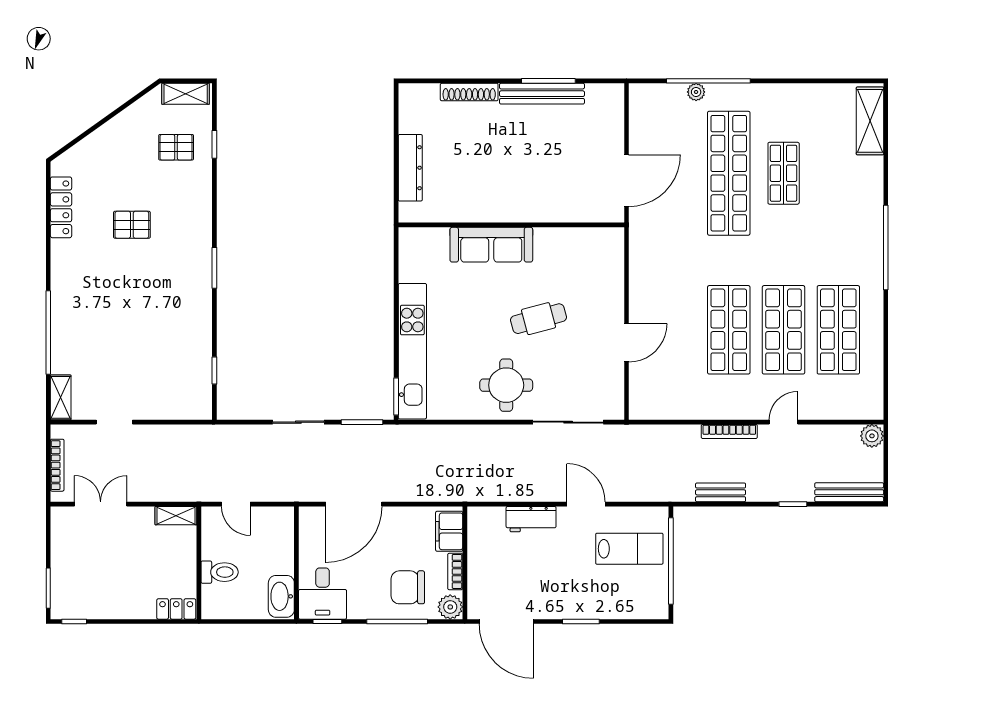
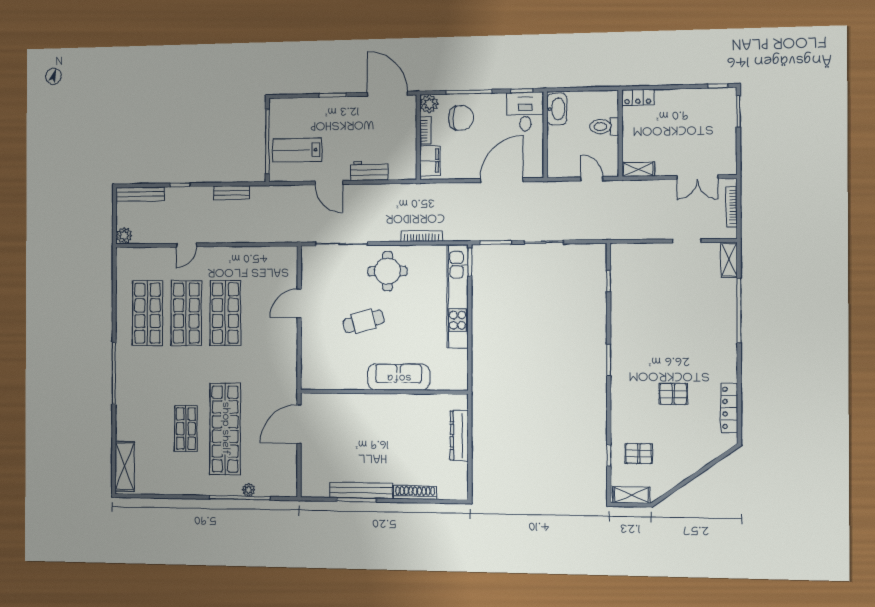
bookcase: (729, 431) -> (421, 236), moved

